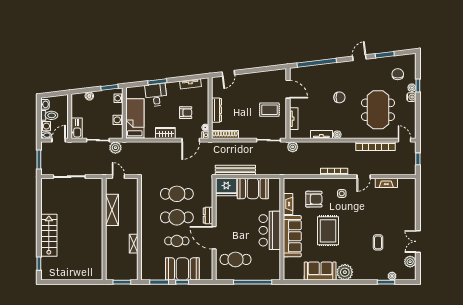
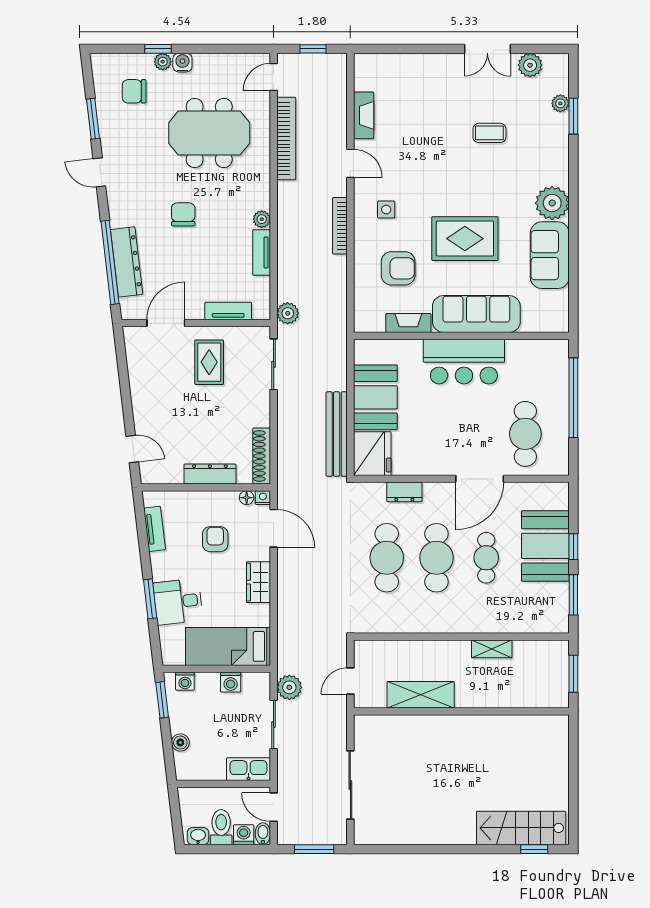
dresser: (317, 71) -> (127, 262), added
armchair: (314, 199) -> (398, 268), turned 90
dresser: (208, 215) -> (404, 492), moved
stairs: (49, 235) -> (521, 828), moved

